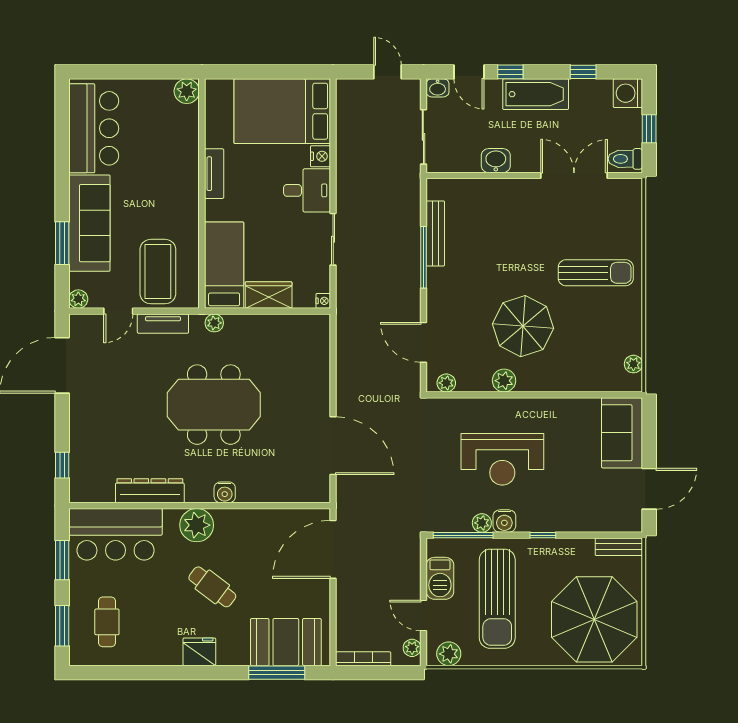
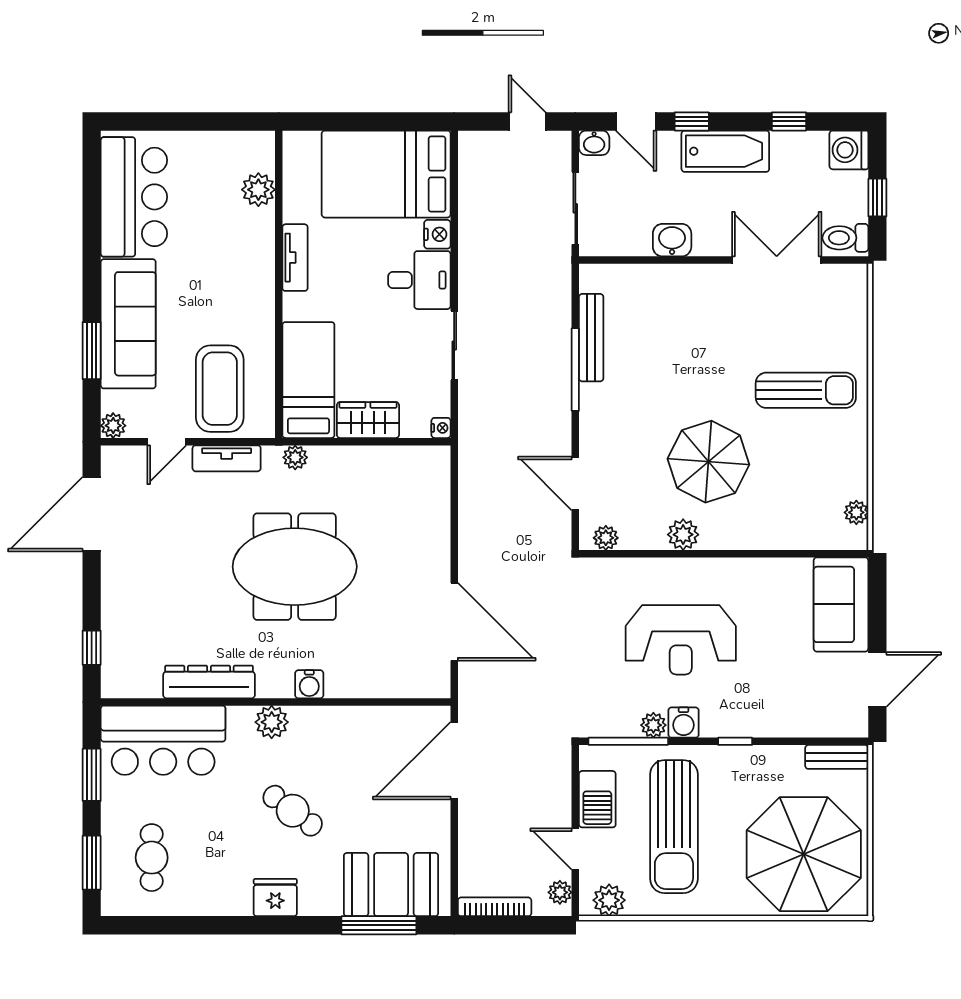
plant: (187, 91) -> (258, 190), moved
plant: (197, 525) -> (272, 722), width x0.73, depth x0.73

